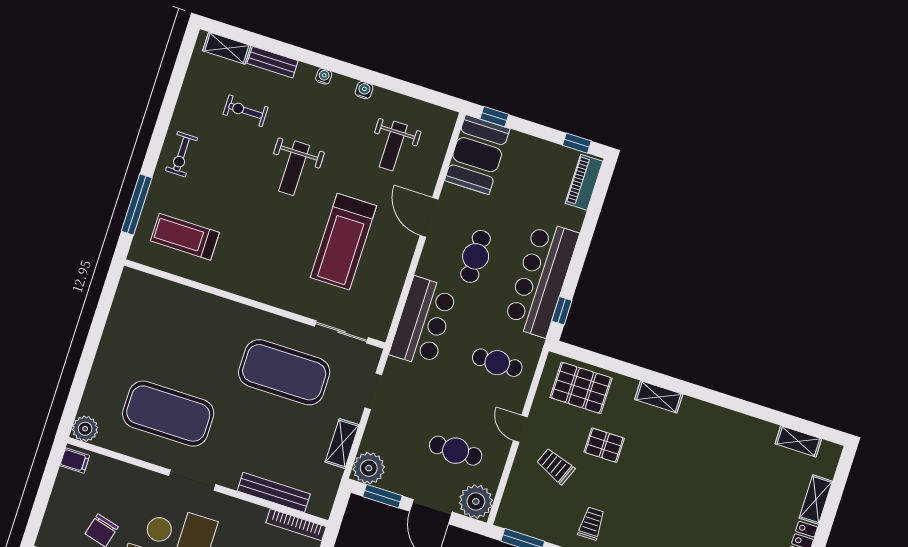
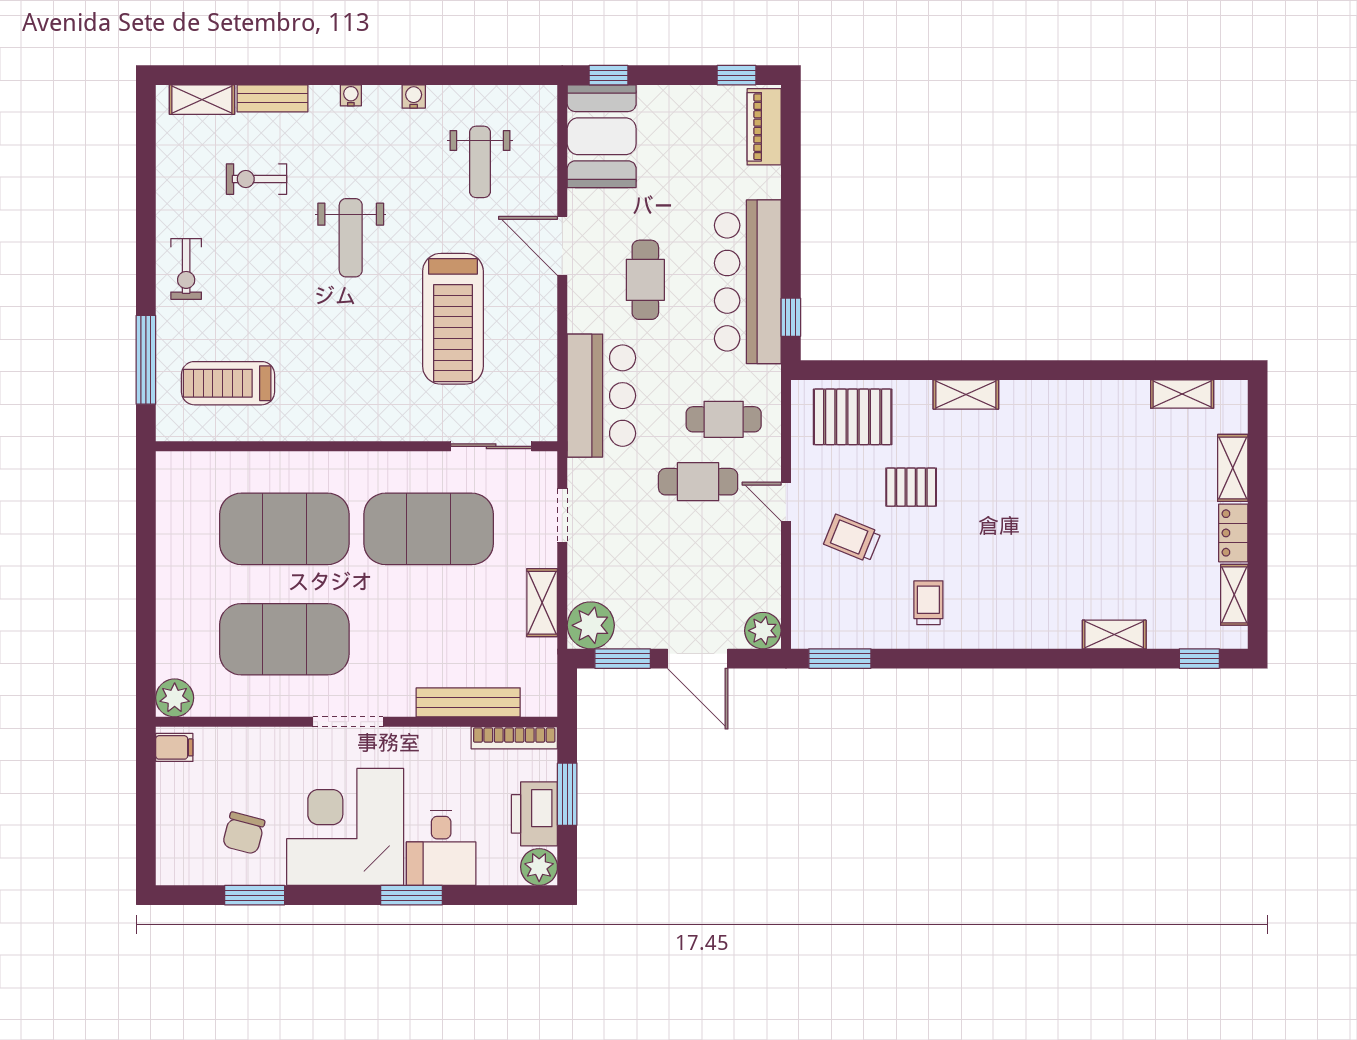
exercise mat: (191, 342) -> (284, 529), added
cafe table: (456, 451) -> (698, 482), moved
plant: (476, 501) -> (763, 631), width x0.73, depth x0.73

